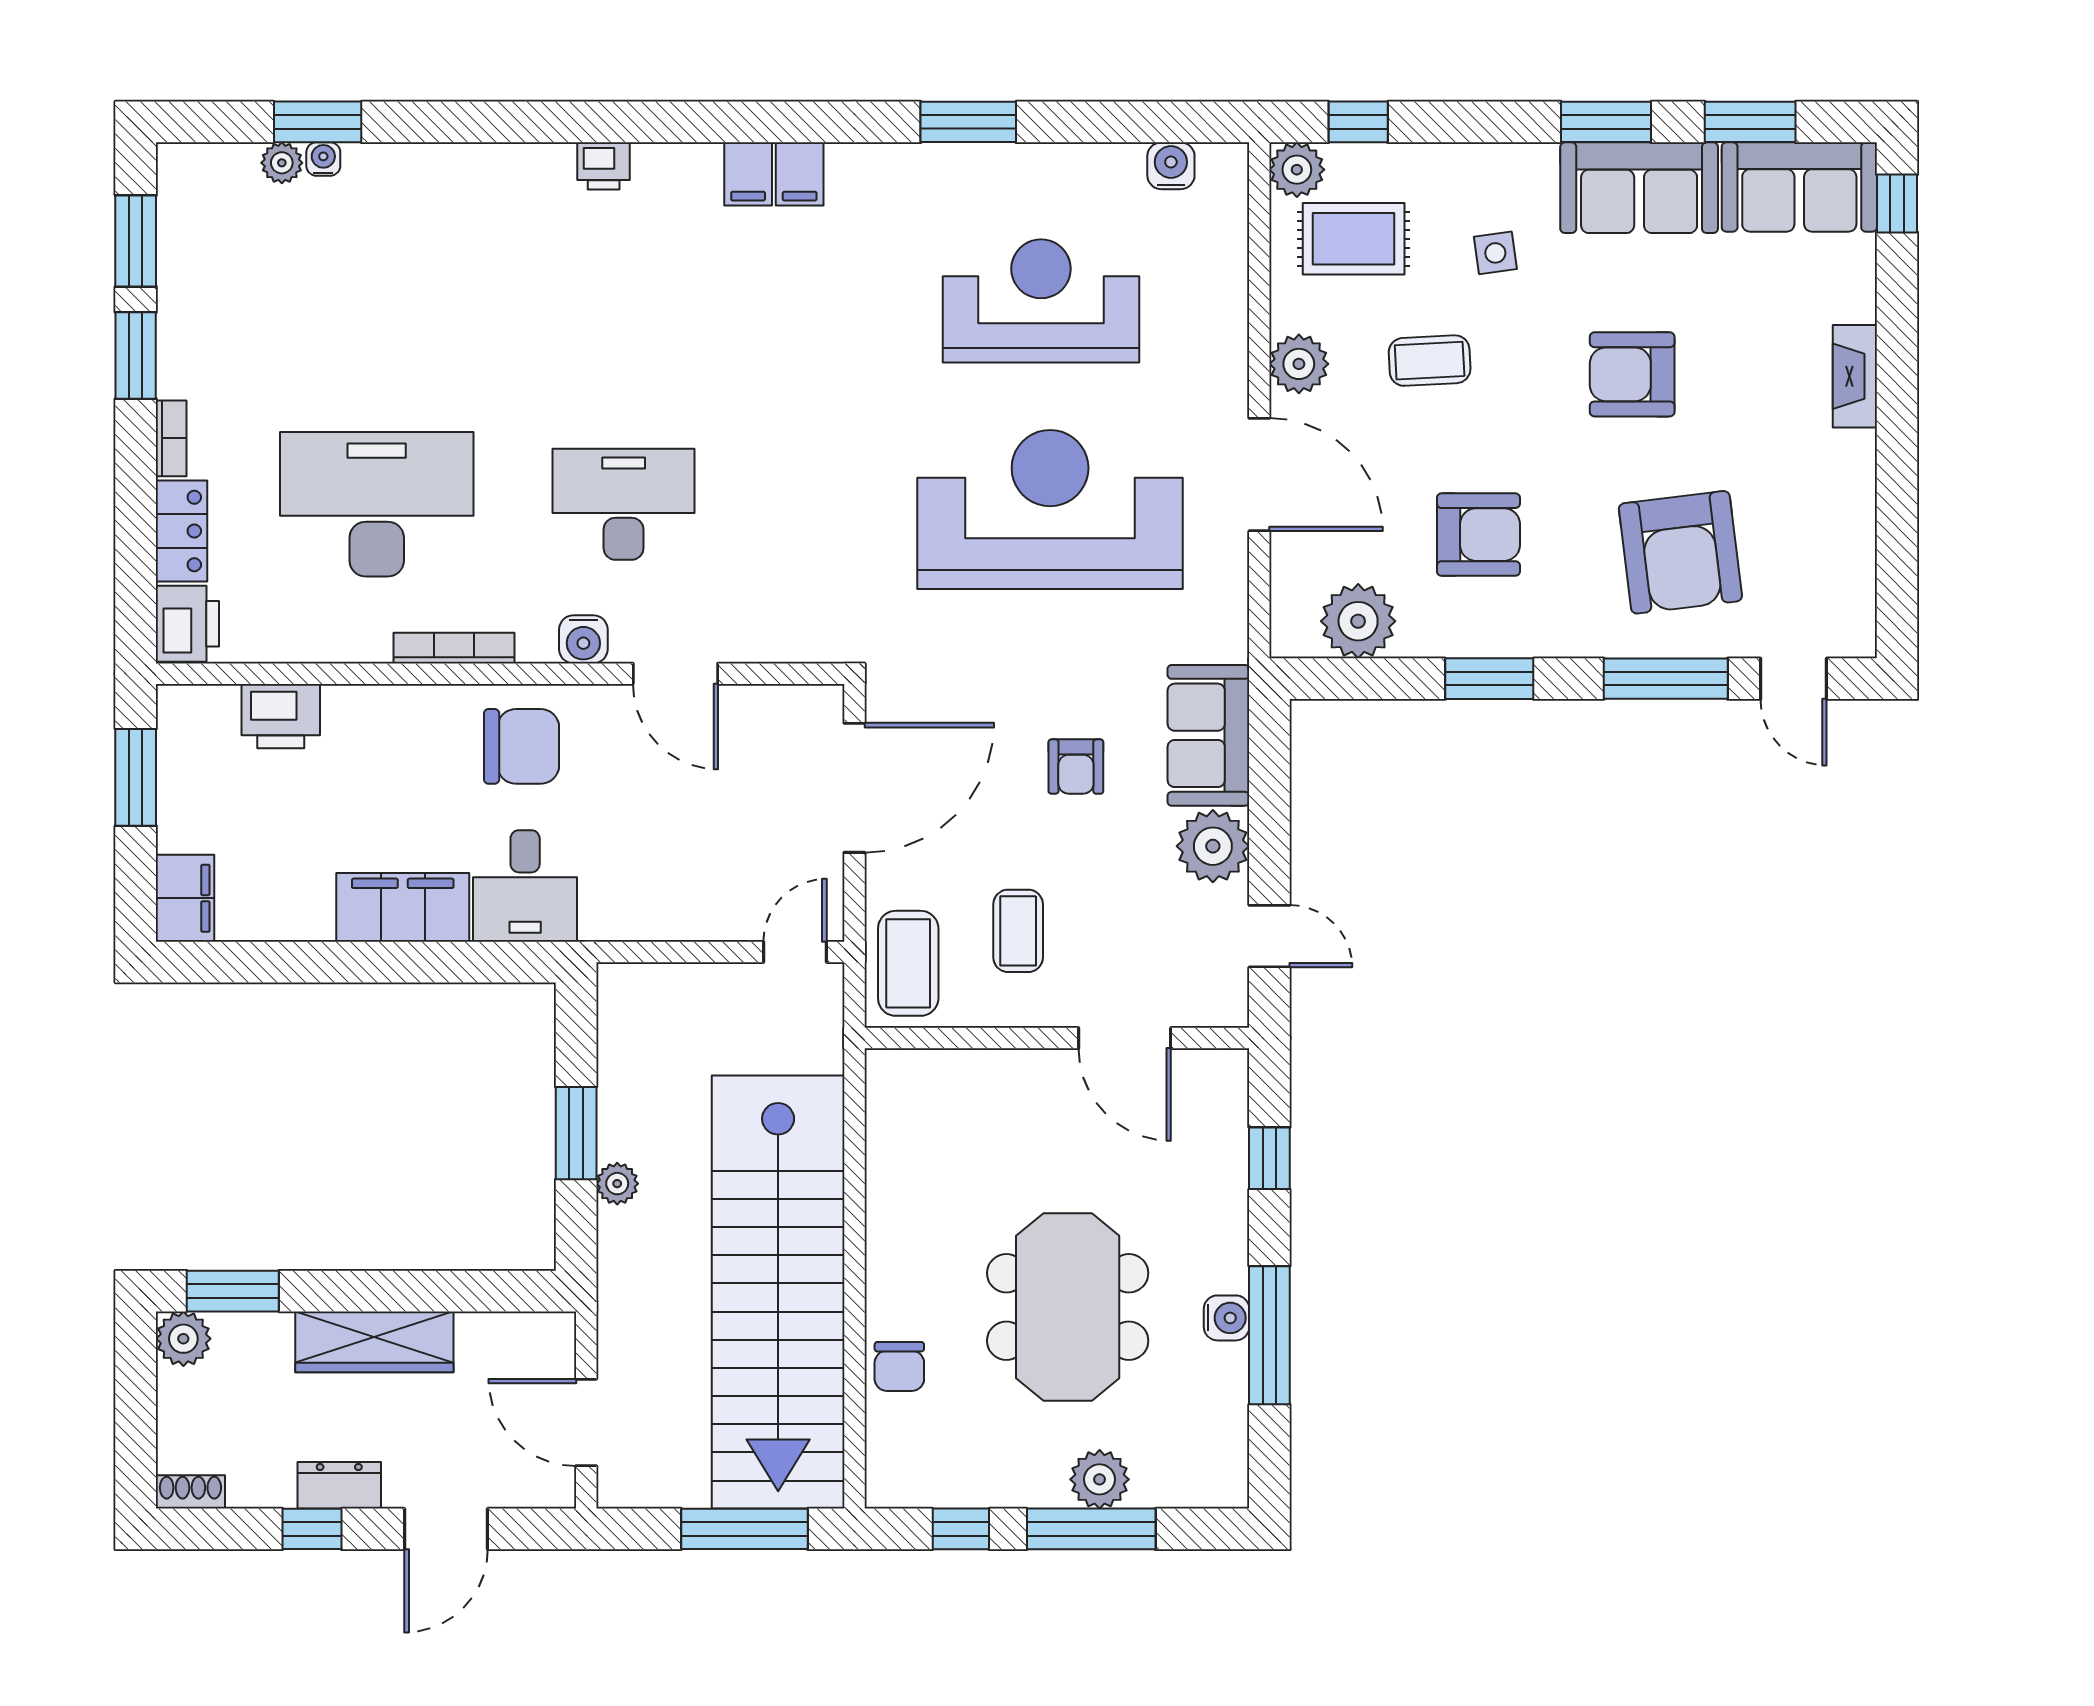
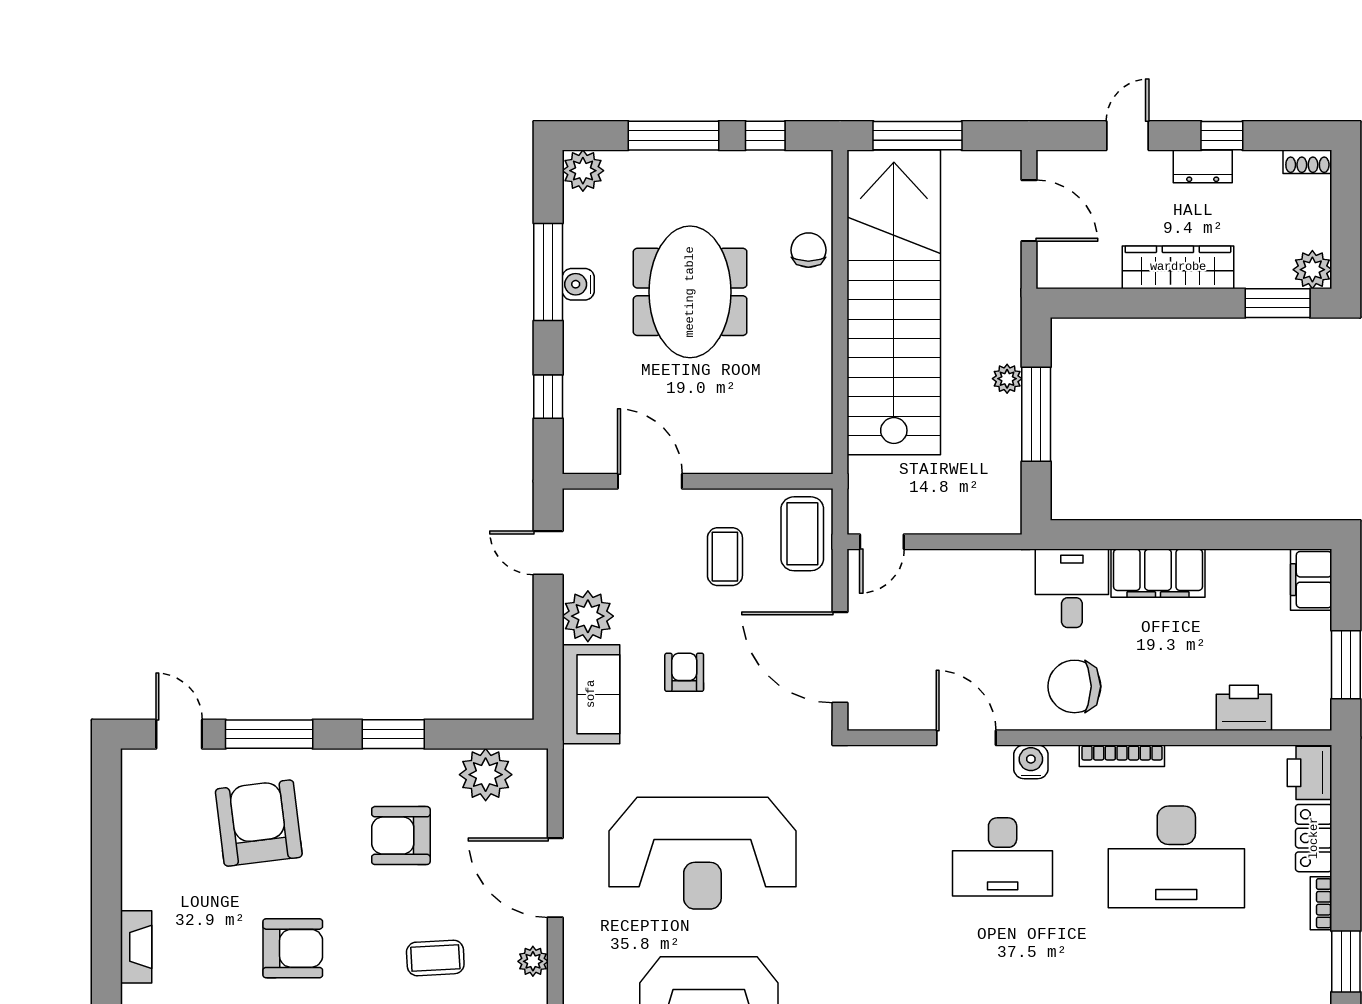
plant: (1299, 364) -> (533, 961), width x0.73, depth x0.73
door: (854, 788) -> (840, 657), hinge flipped
window: (576, 1133) -> (1036, 414), width x1.44
plant: (1100, 1479) -> (583, 171), moved
door: (446, 1529) -> (1128, 136), width x0.73

